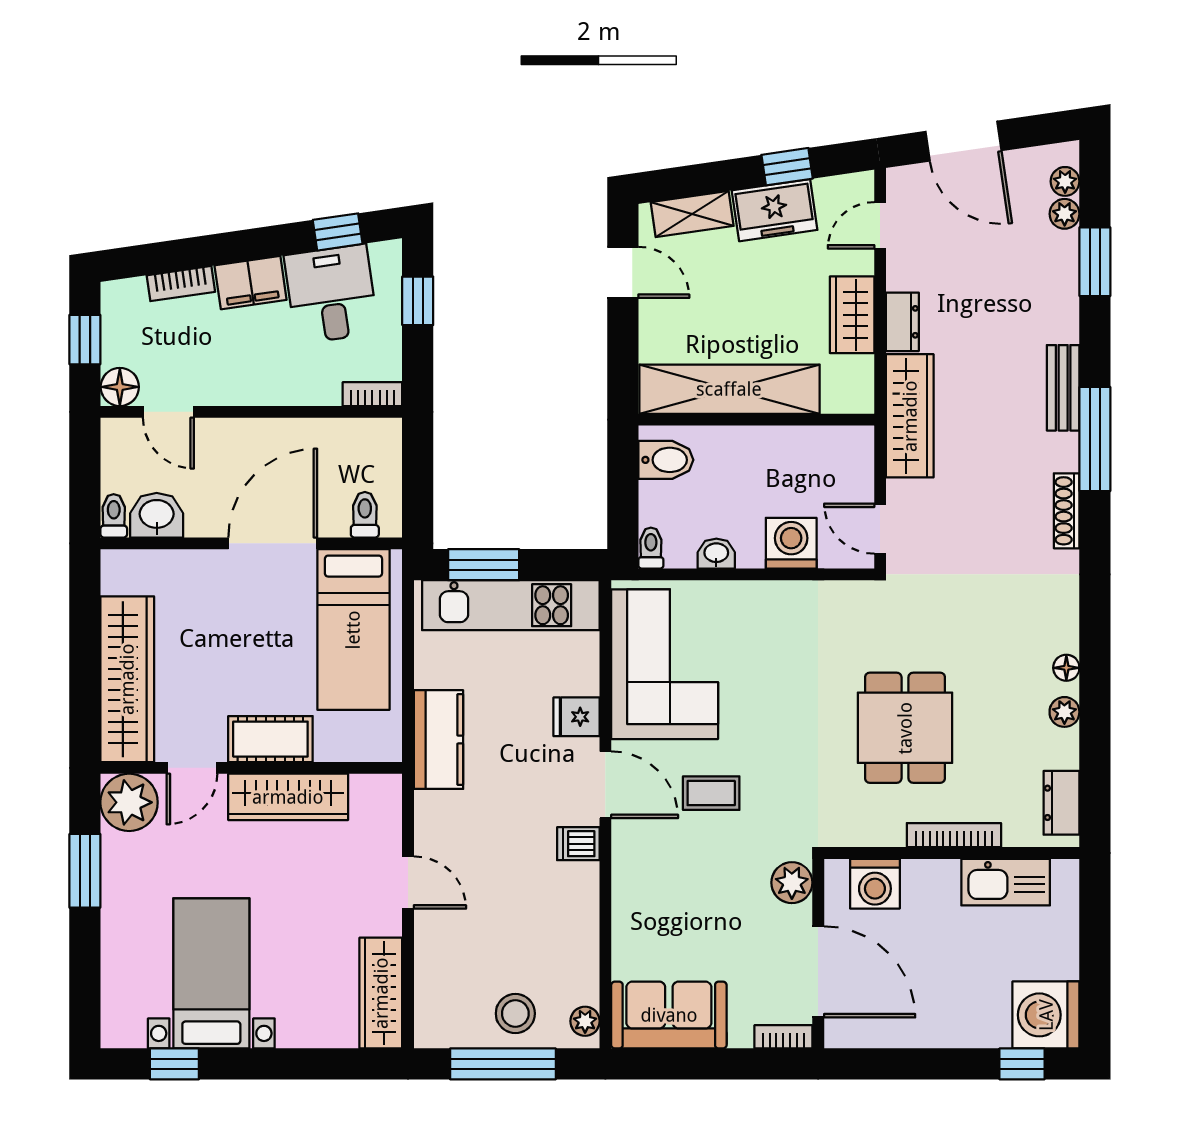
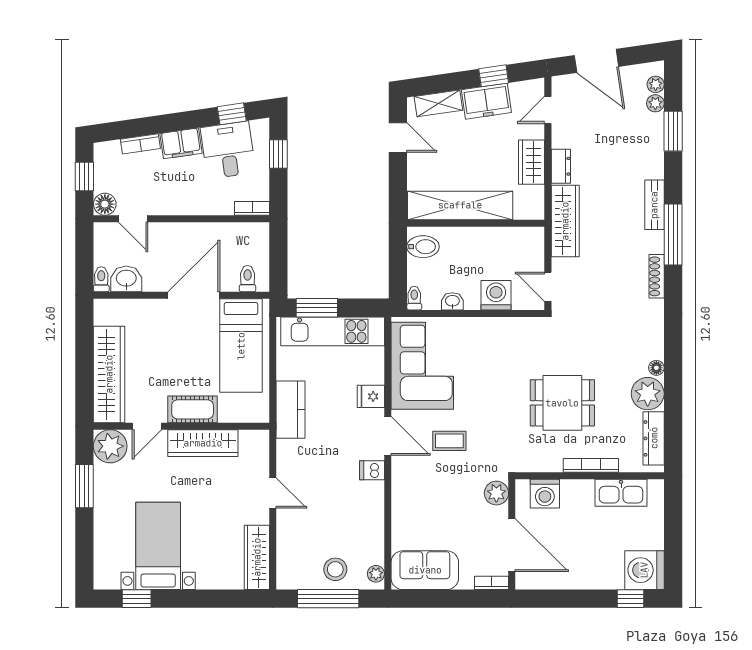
plant: (1064, 712) -> (648, 394), width x1.88, depth x1.88
dining table: (905, 728) -> (562, 403), turned 90
dresser: (1061, 803) -> (654, 438), width x1.44

